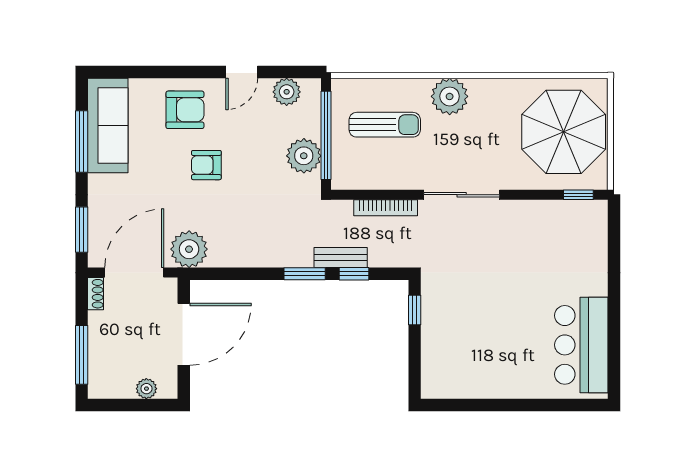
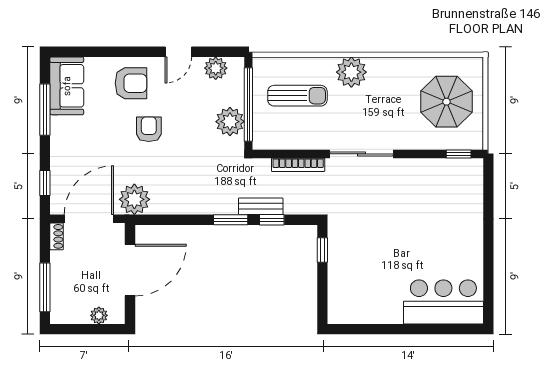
sofa: (108, 125) -> (67, 86), width x0.73
parasol: (564, 132) -> (446, 102), width x0.73, depth x0.73
armchair: (206, 165) -> (149, 129), turned 90
window: (82, 230) -> (45, 183), width x0.67
bar counter: (581, 345) -> (443, 302), moved, turned 90

